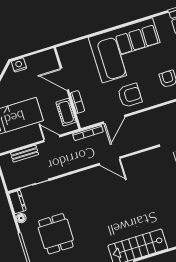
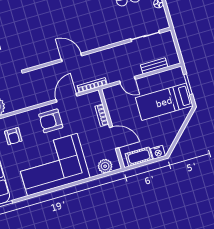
plant: (73, 50) -> (105, 166), added
cot: (66, 112) -> (139, 157), moved, turned 90
dresser: (17, 202) -> (162, 19), removed

